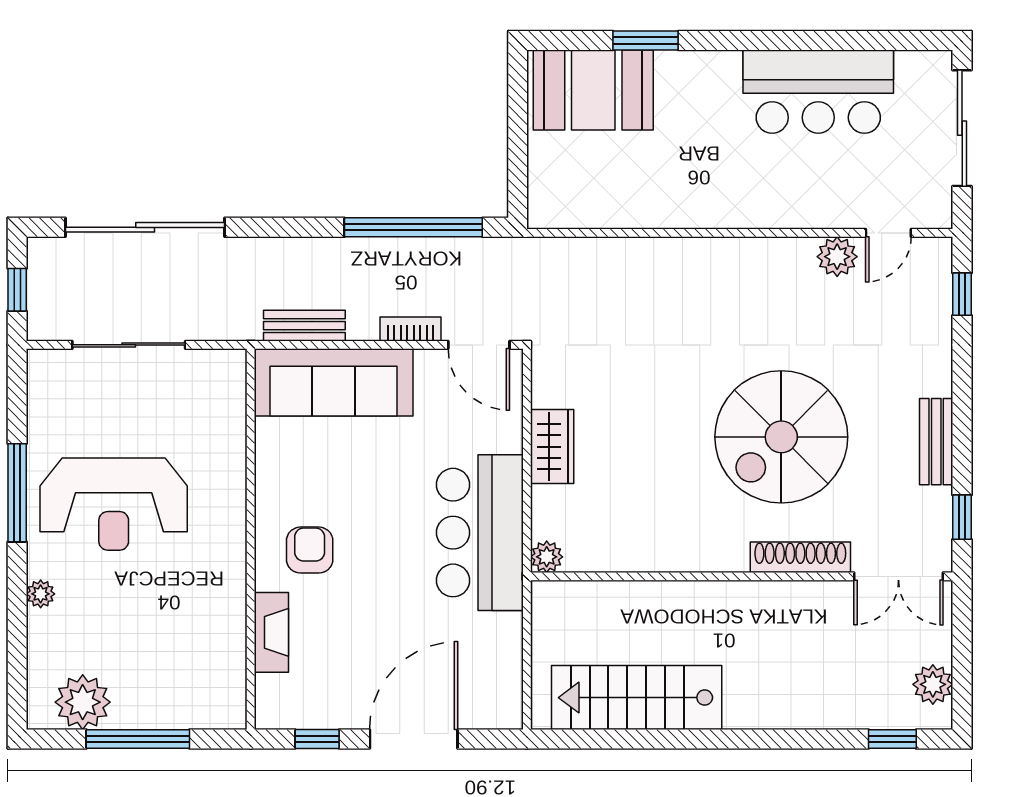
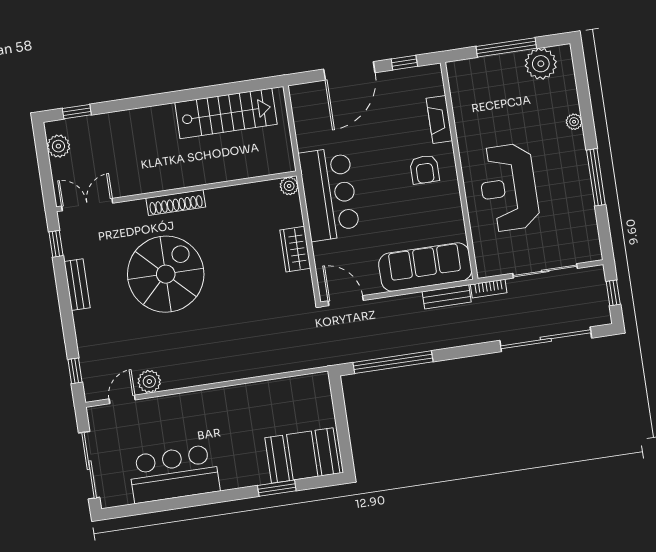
bookcase: (410, 329) -> (489, 289), moved
reception desk: (114, 504) -> (508, 188), moved, turned -90
shoe rack: (800, 557) -> (176, 203), moved

